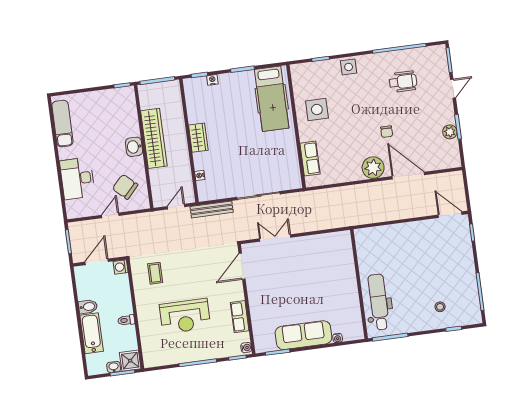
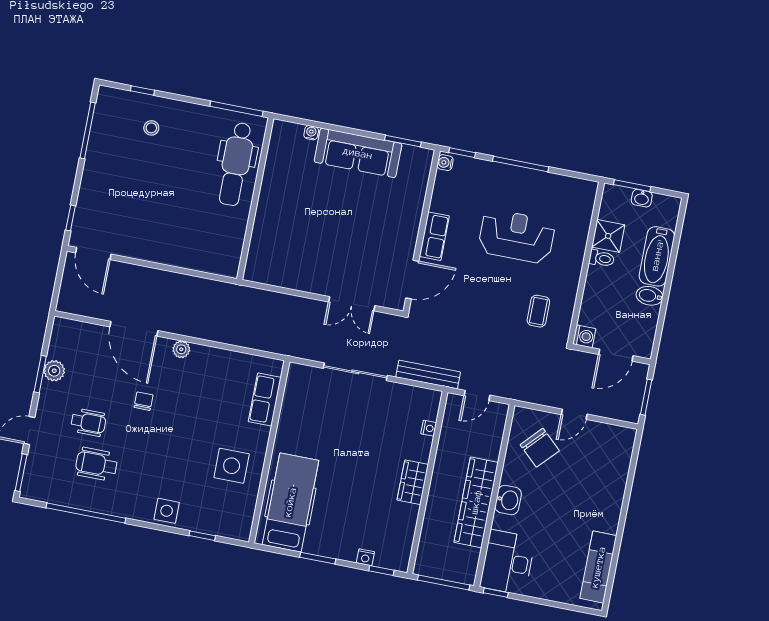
wheelchair: (417, 106) -> (88, 422), added
plant: (373, 168) -> (181, 349), width x0.53, depth x0.53
desk: (77, 178) -> (508, 562), moved, turned 180
row of seats: (240, 317) -> (434, 236), moved
shower: (130, 361) -> (608, 236), moved

